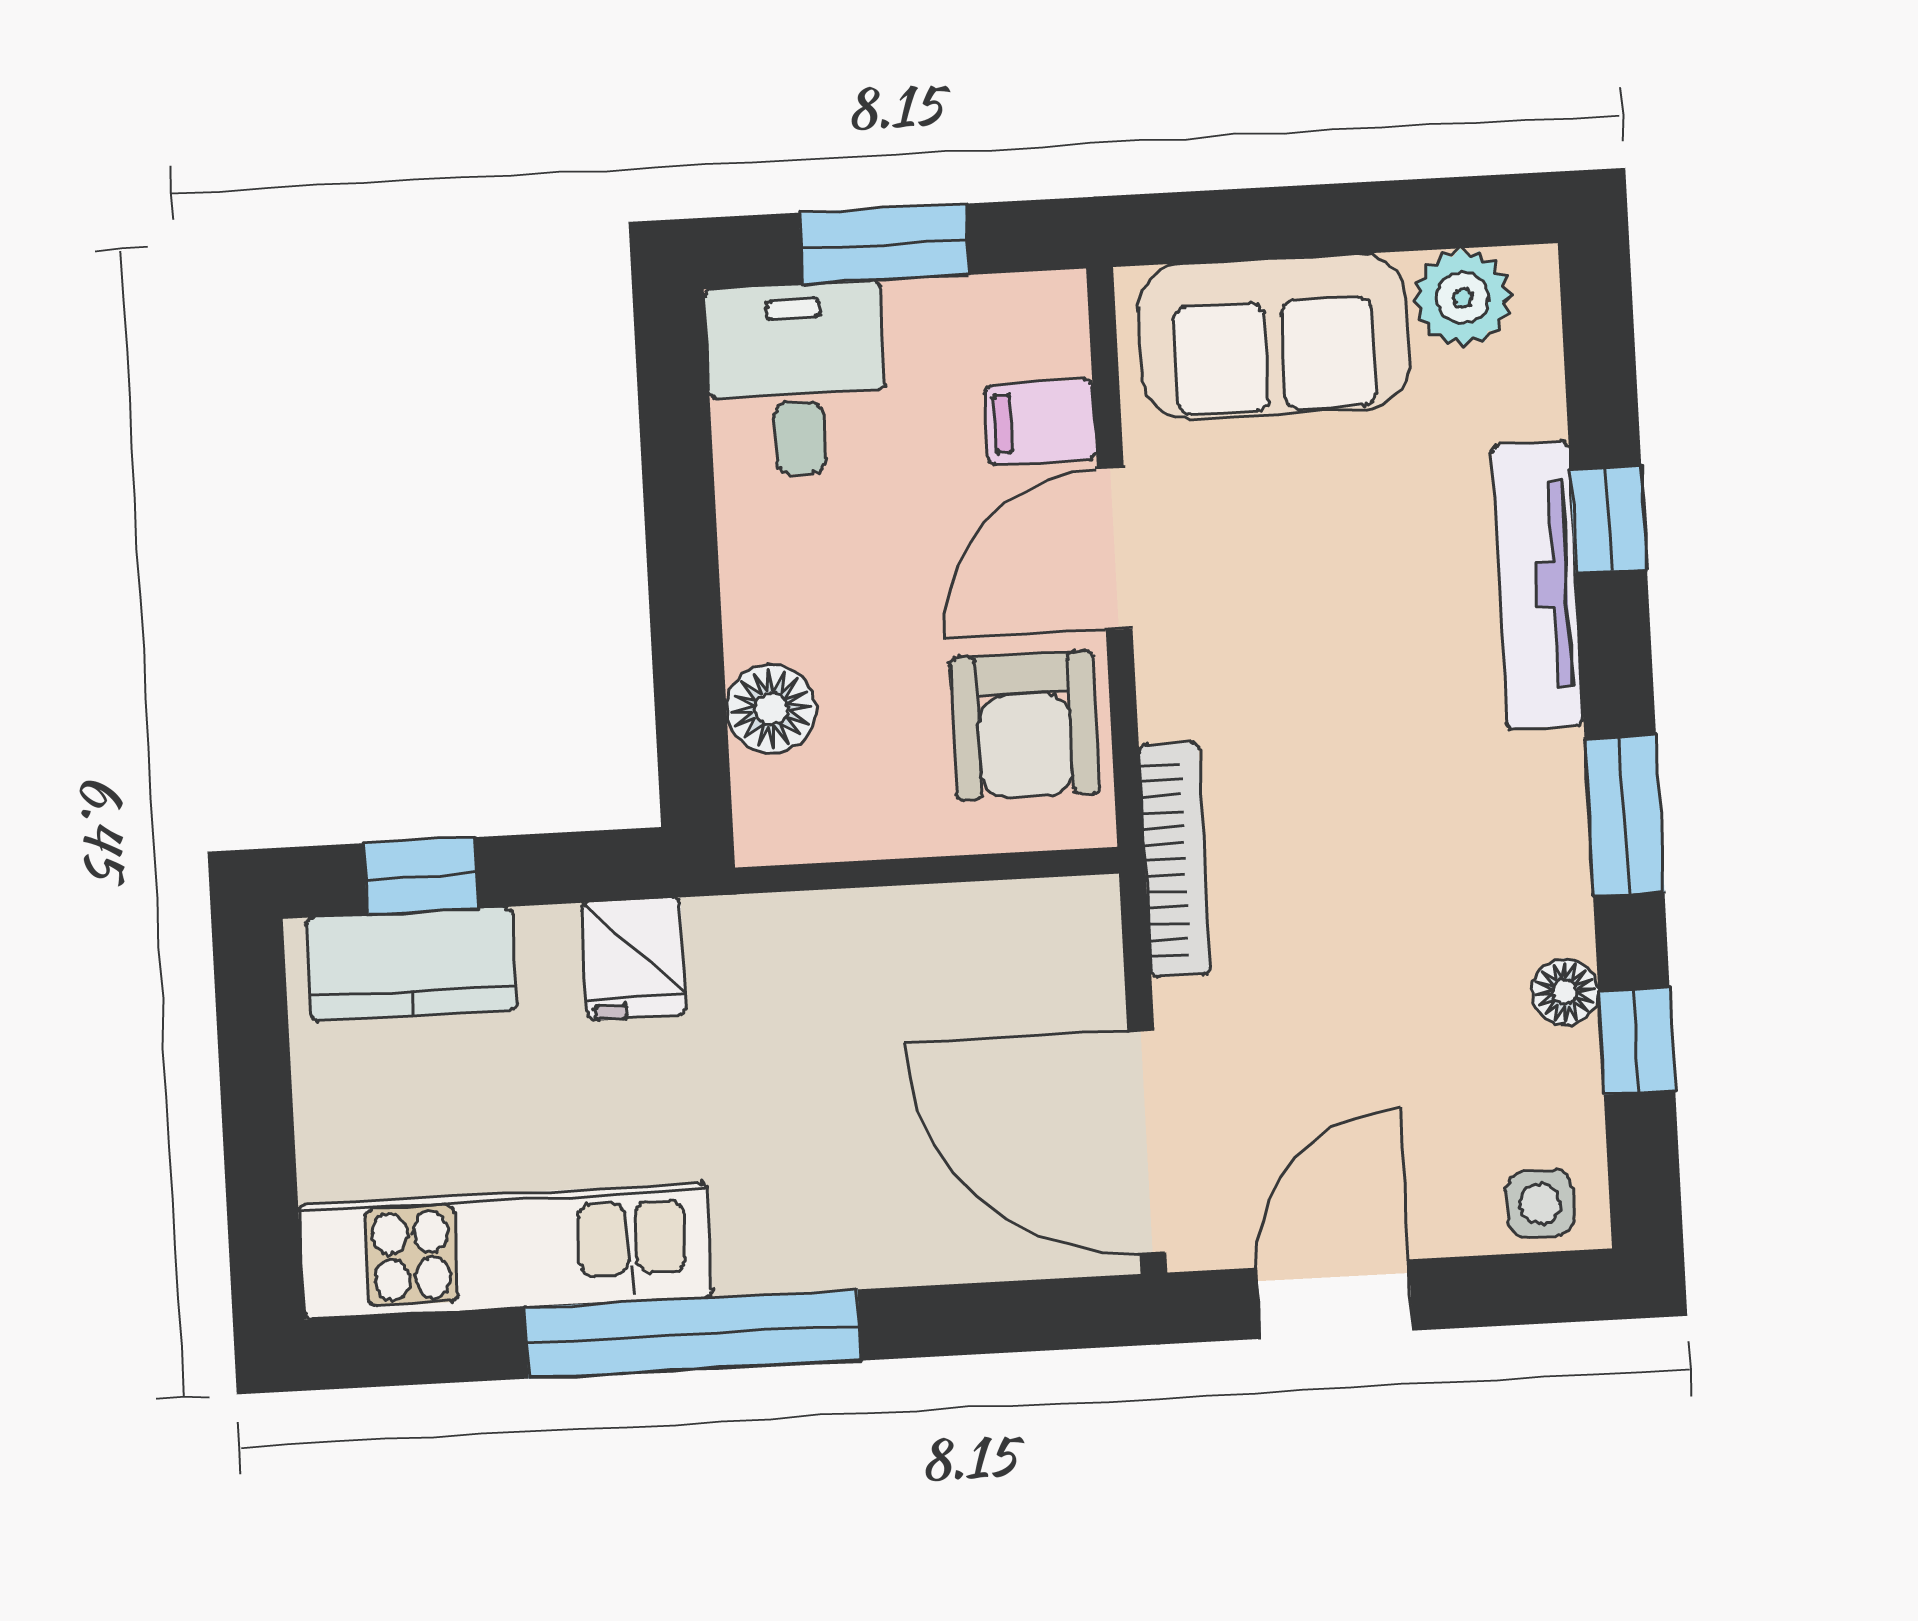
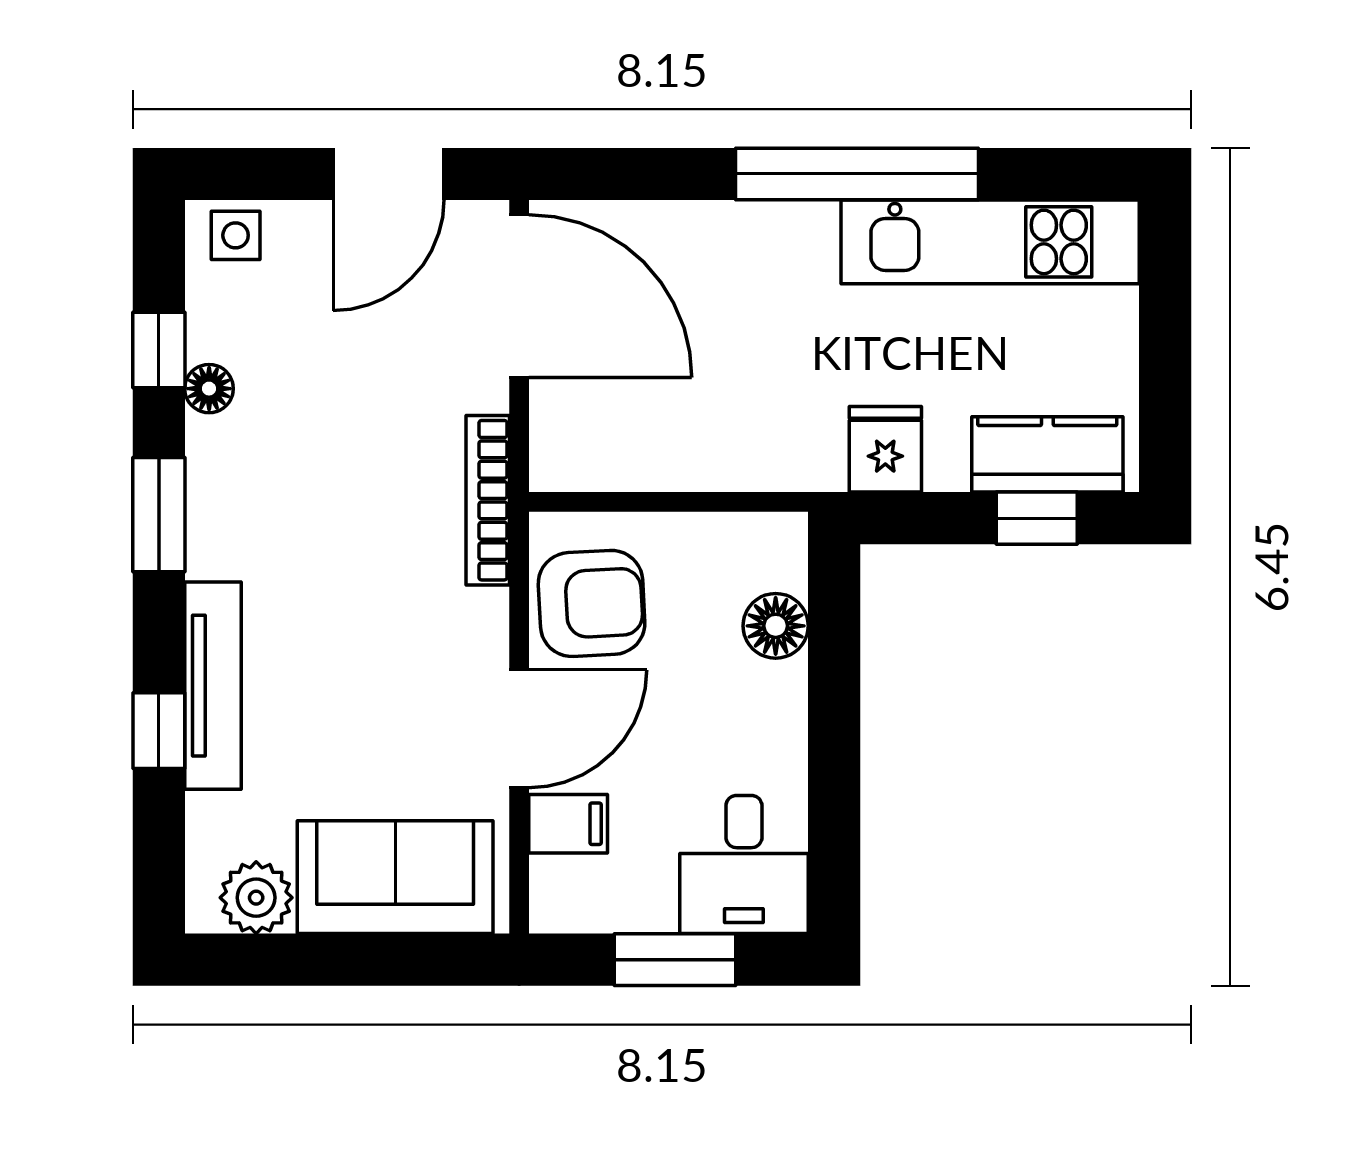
armchair: (1025, 726) -> (592, 603), turned 87

